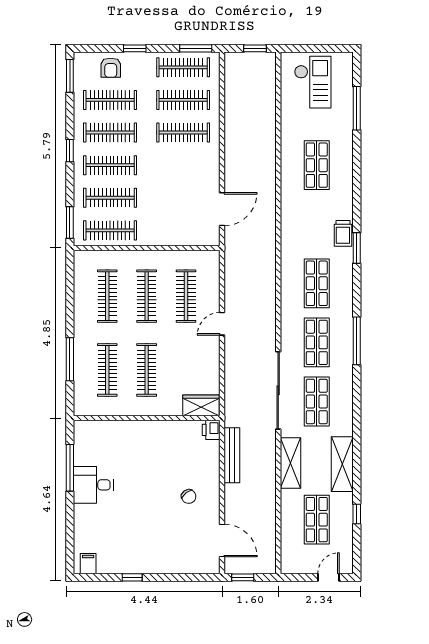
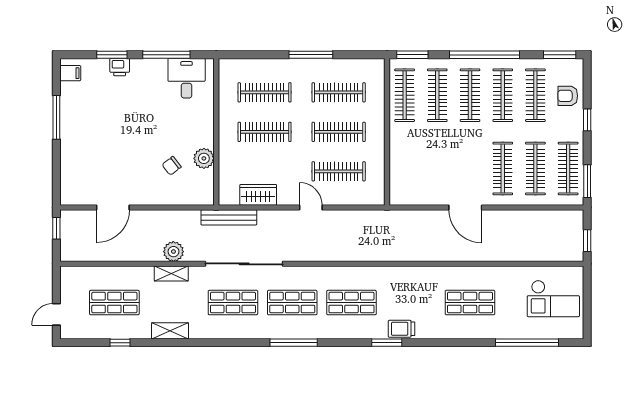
window: (357, 108) -> (527, 343), width x1.46
window: (70, 151) -> (485, 55), width x3.17
door: (222, 209) -> (465, 208), moved
window: (70, 359) -> (311, 55), moved
wardrobe: (201, 405) -> (258, 195), moved, turned -90
plant: (173, 430) -> (204, 158), added
printer: (211, 430) -> (120, 67), moved, turned 180
bench: (232, 455) -> (229, 217), moved
plant: (266, 461) -> (173, 252), added
shelving: (290, 463) -> (171, 274), width x0.67, depth x0.75
shelving: (342, 464) -> (170, 331), width x0.67, depth x0.75
desk: (93, 485) -> (187, 78), moved
chair: (189, 496) -> (172, 166), moved
window: (70, 522) -> (112, 55), added
door: (222, 540) -> (113, 208), moved
window: (132, 577) -> (56, 117), width x2.17
door: (329, 577) -> (56, 314), swing flipped

